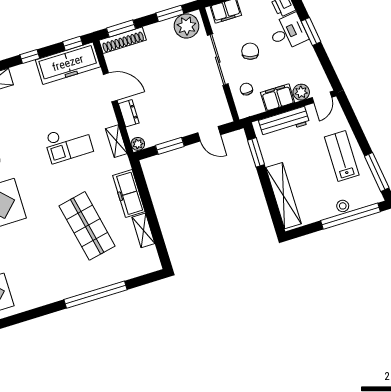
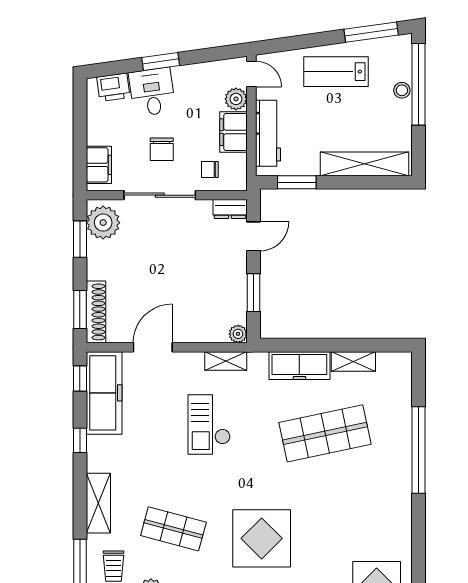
chair: (250, 51) -> (162, 149), turned -106
dresser: (129, 113) -> (230, 209), moved, turned 180
checkout: (68, 143) -> (209, 425), turned 180

